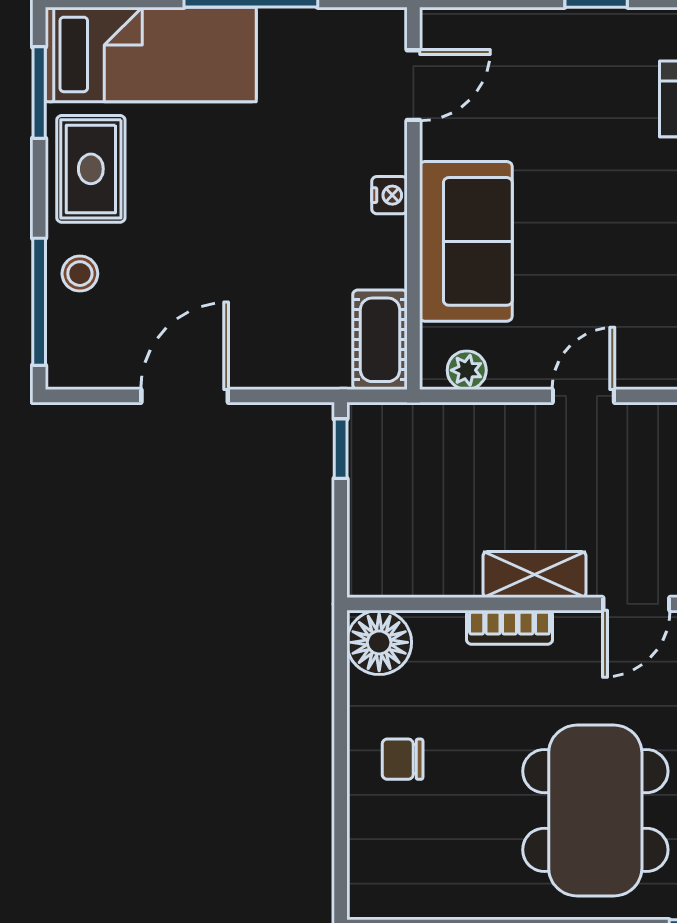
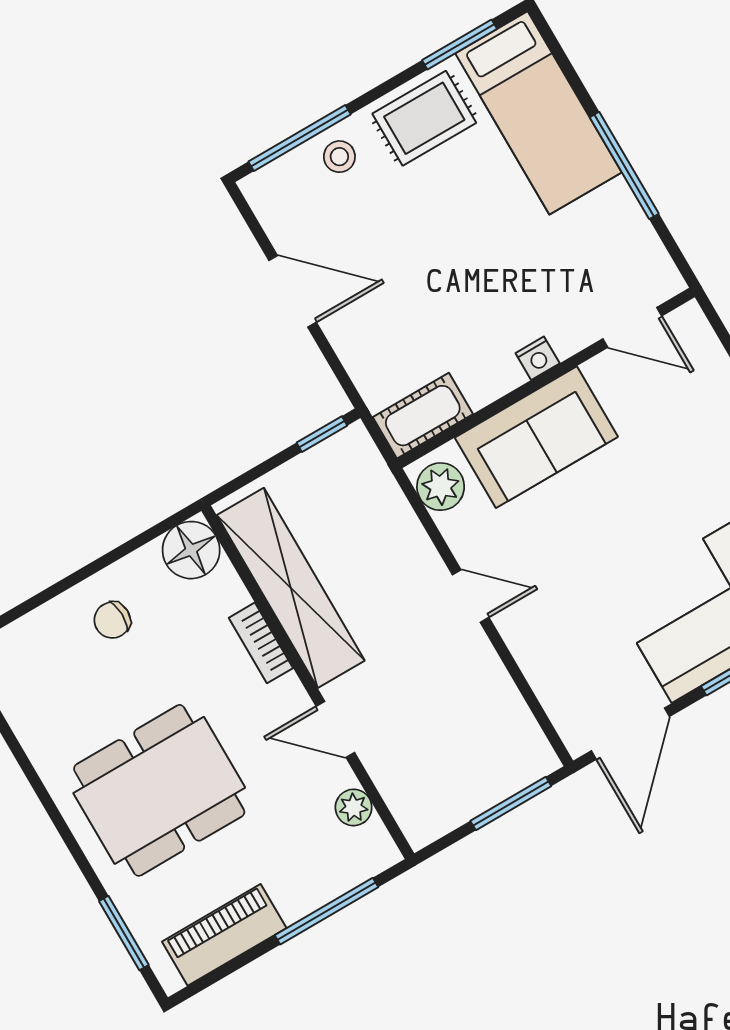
plant: (467, 370) -> (441, 487), width x1.38, depth x1.38
shelving: (534, 575) -> (291, 588), width x2.20, depth x1.33
chair: (403, 759) -> (112, 620), turned -91

